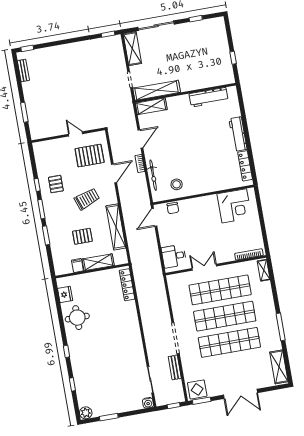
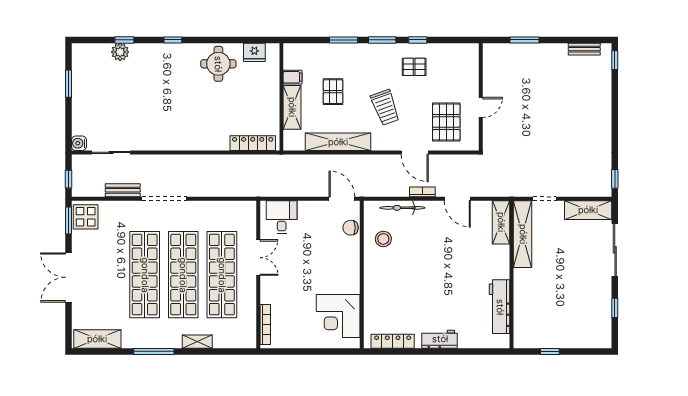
workbench: (238, 134) -> (440, 339), width x0.73
shelving: (264, 270) -> (197, 342), moved
plant: (86, 413) -> (120, 52), moved

